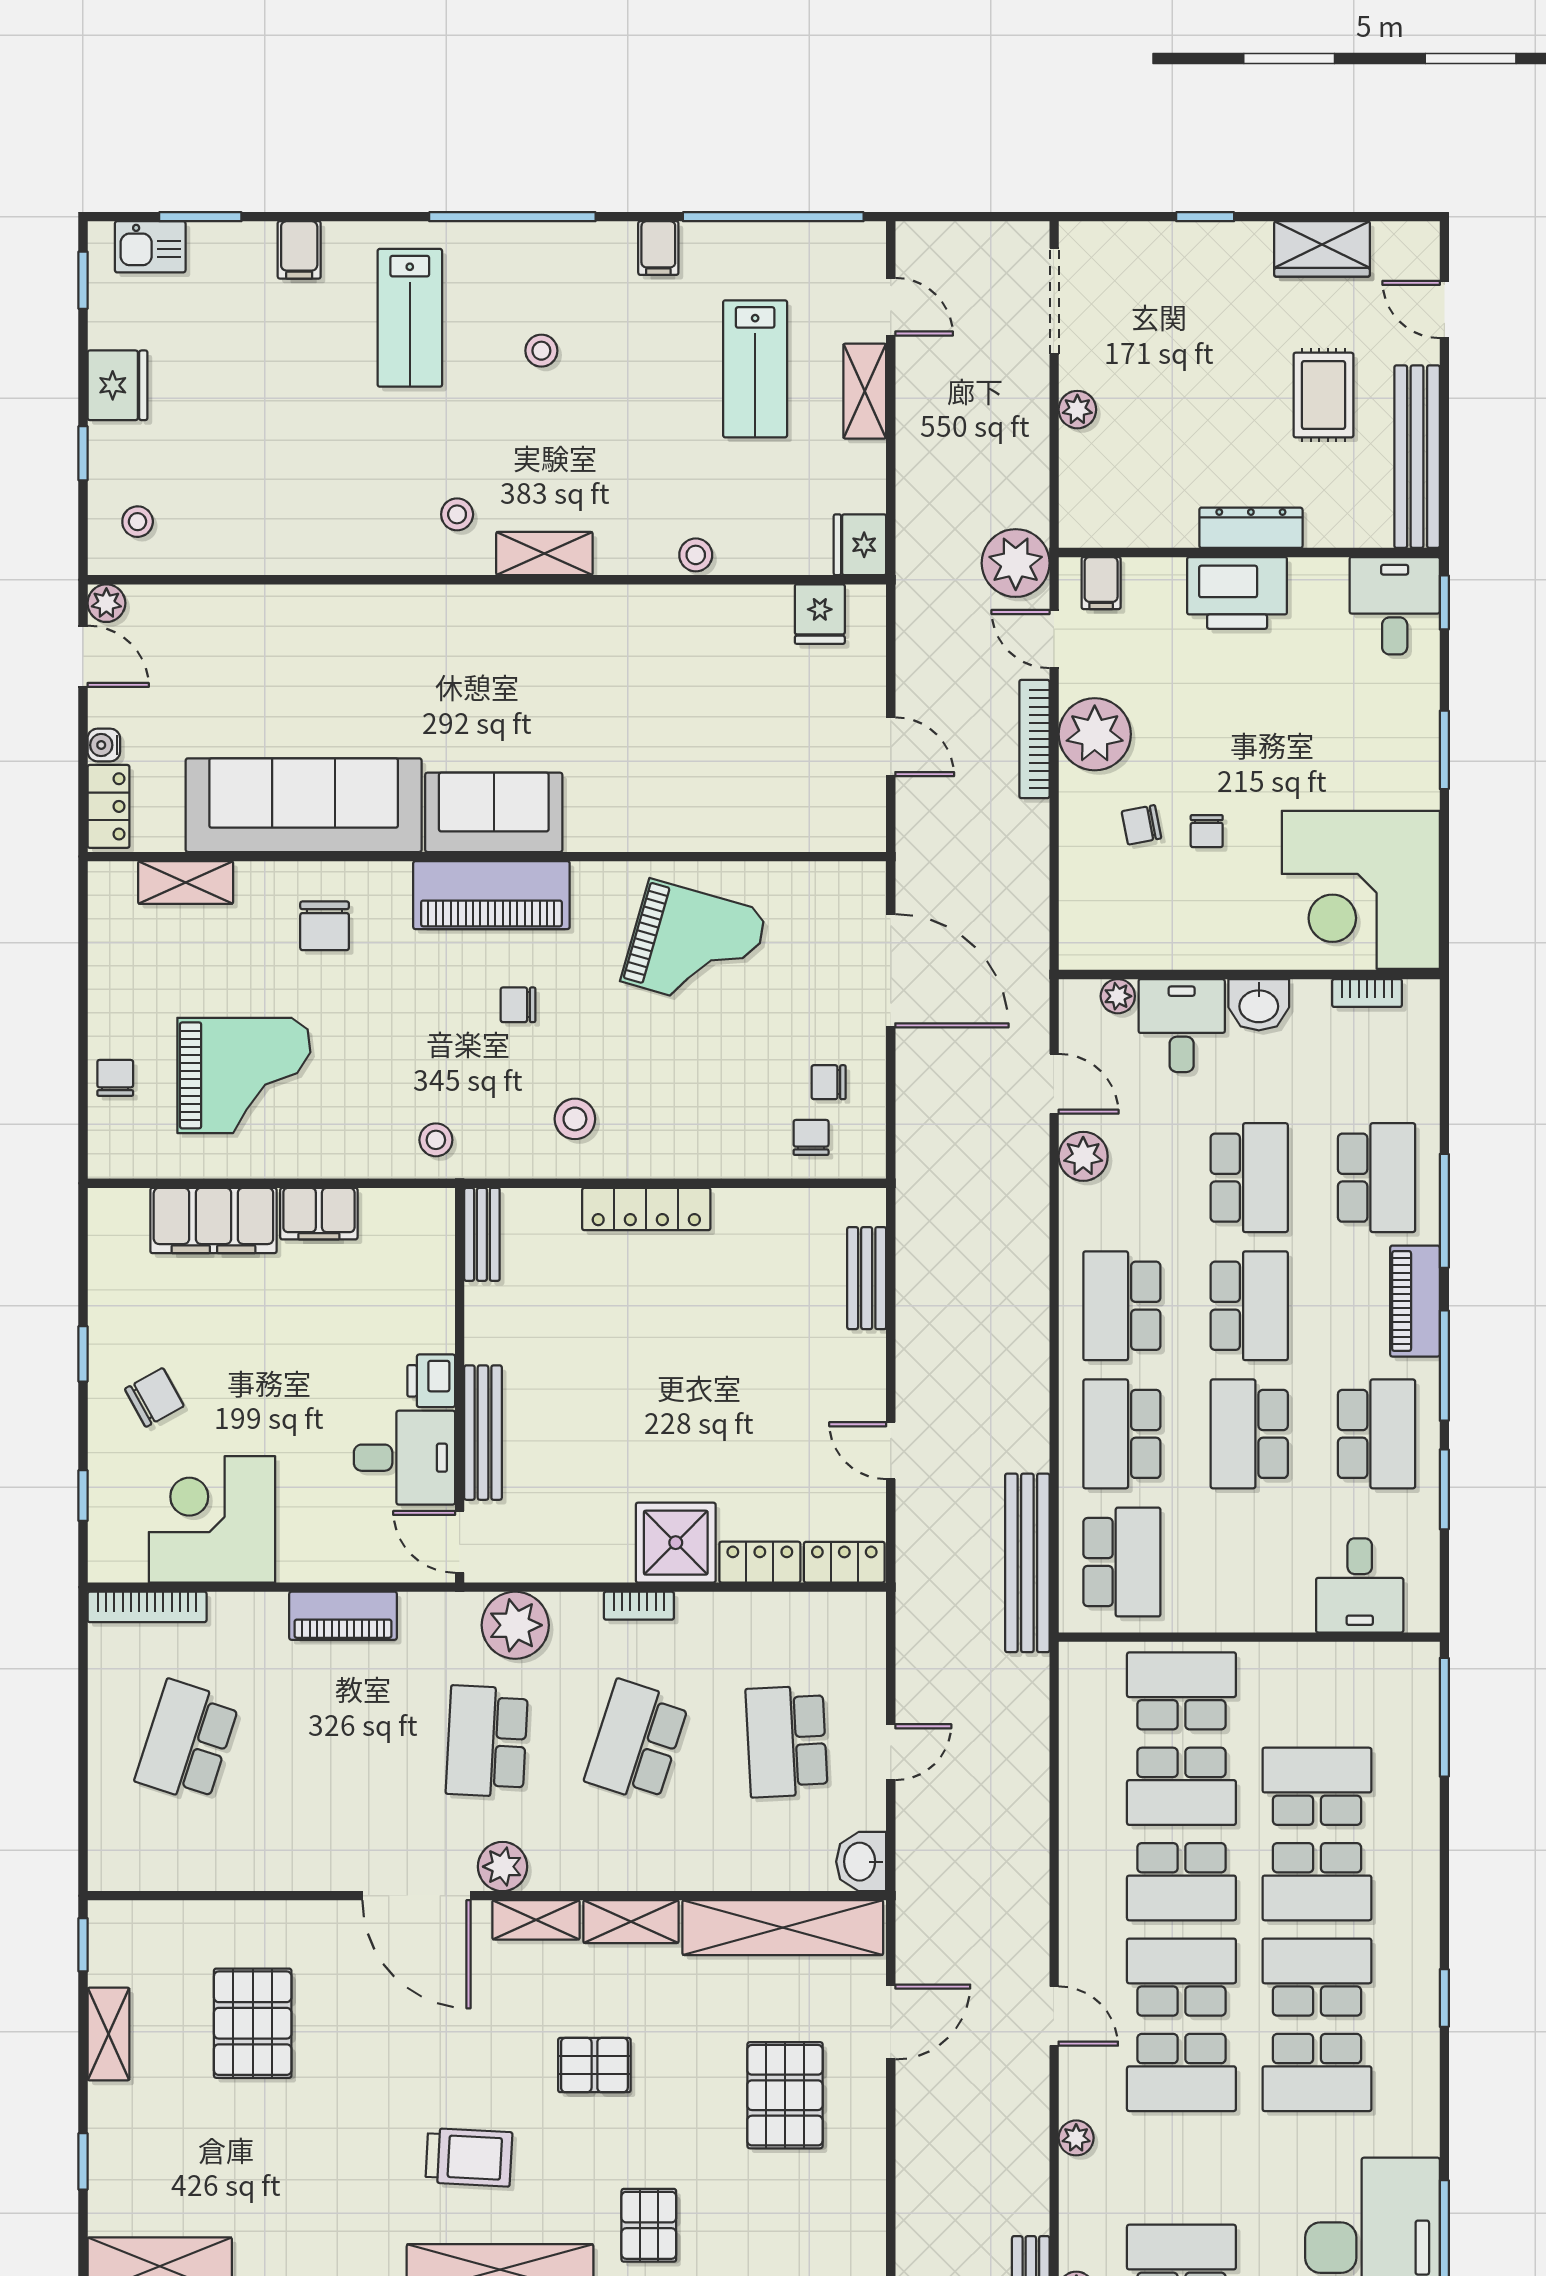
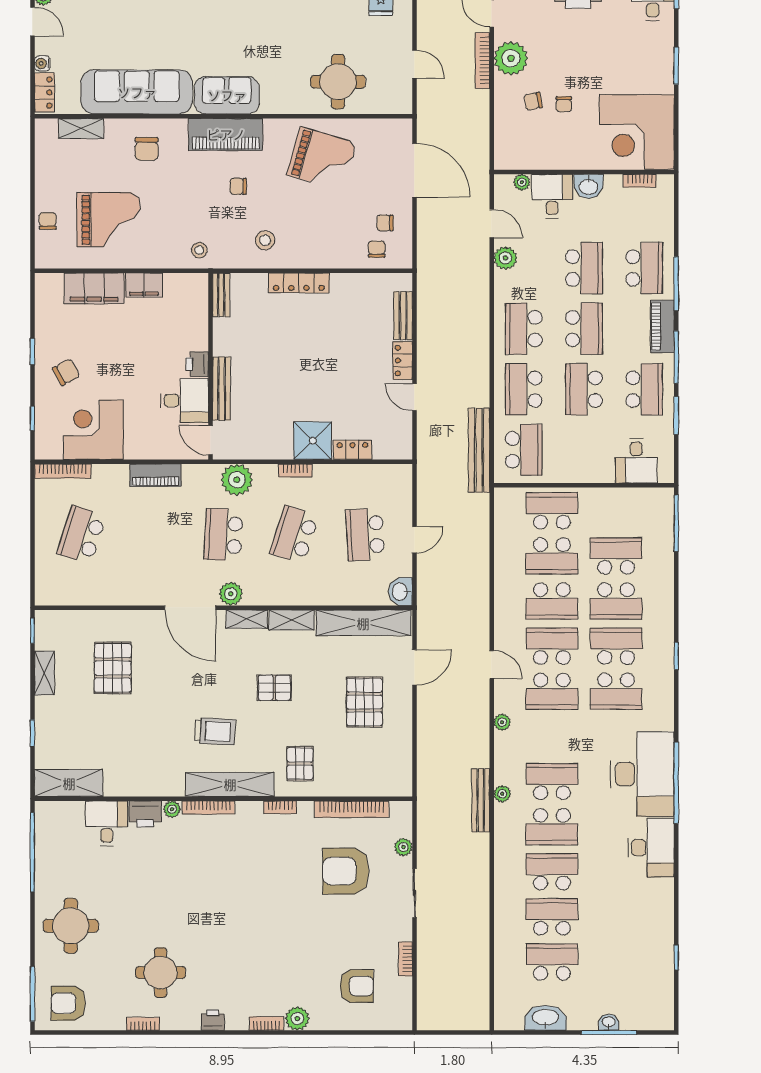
round table: (729, 784) -> (338, 82), added
locker: (844, 1562) -> (403, 361), moved, turned -90

